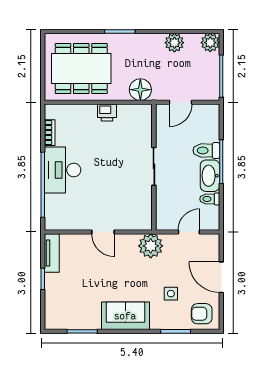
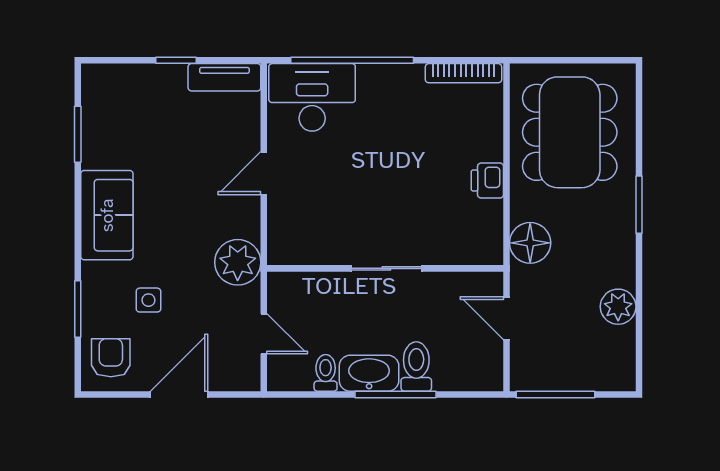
plant: (210, 43) -> (618, 374), removed
bookcase: (50, 133) -> (463, 73), width x1.56
desk: (63, 170) -> (312, 97), moved

